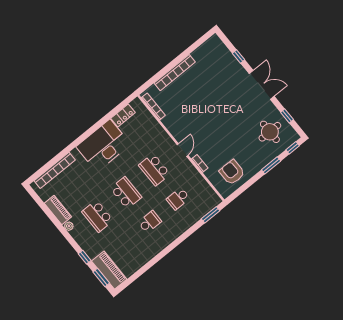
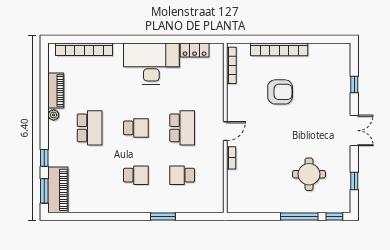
double door: (262, 85) -> (354, 131), width x0.73
round table: (270, 132) -> (309, 174), moved
window: (271, 165) -> (299, 217), width x1.44
school desk: (154, 170) -> (182, 128), turned 180
armchair: (232, 172) -> (280, 92), moved, turned 90
school desk: (126, 193) -> (136, 128), width x0.54
window: (211, 215) -> (163, 217), moved
school desk: (98, 216) -> (90, 128), turned 180

